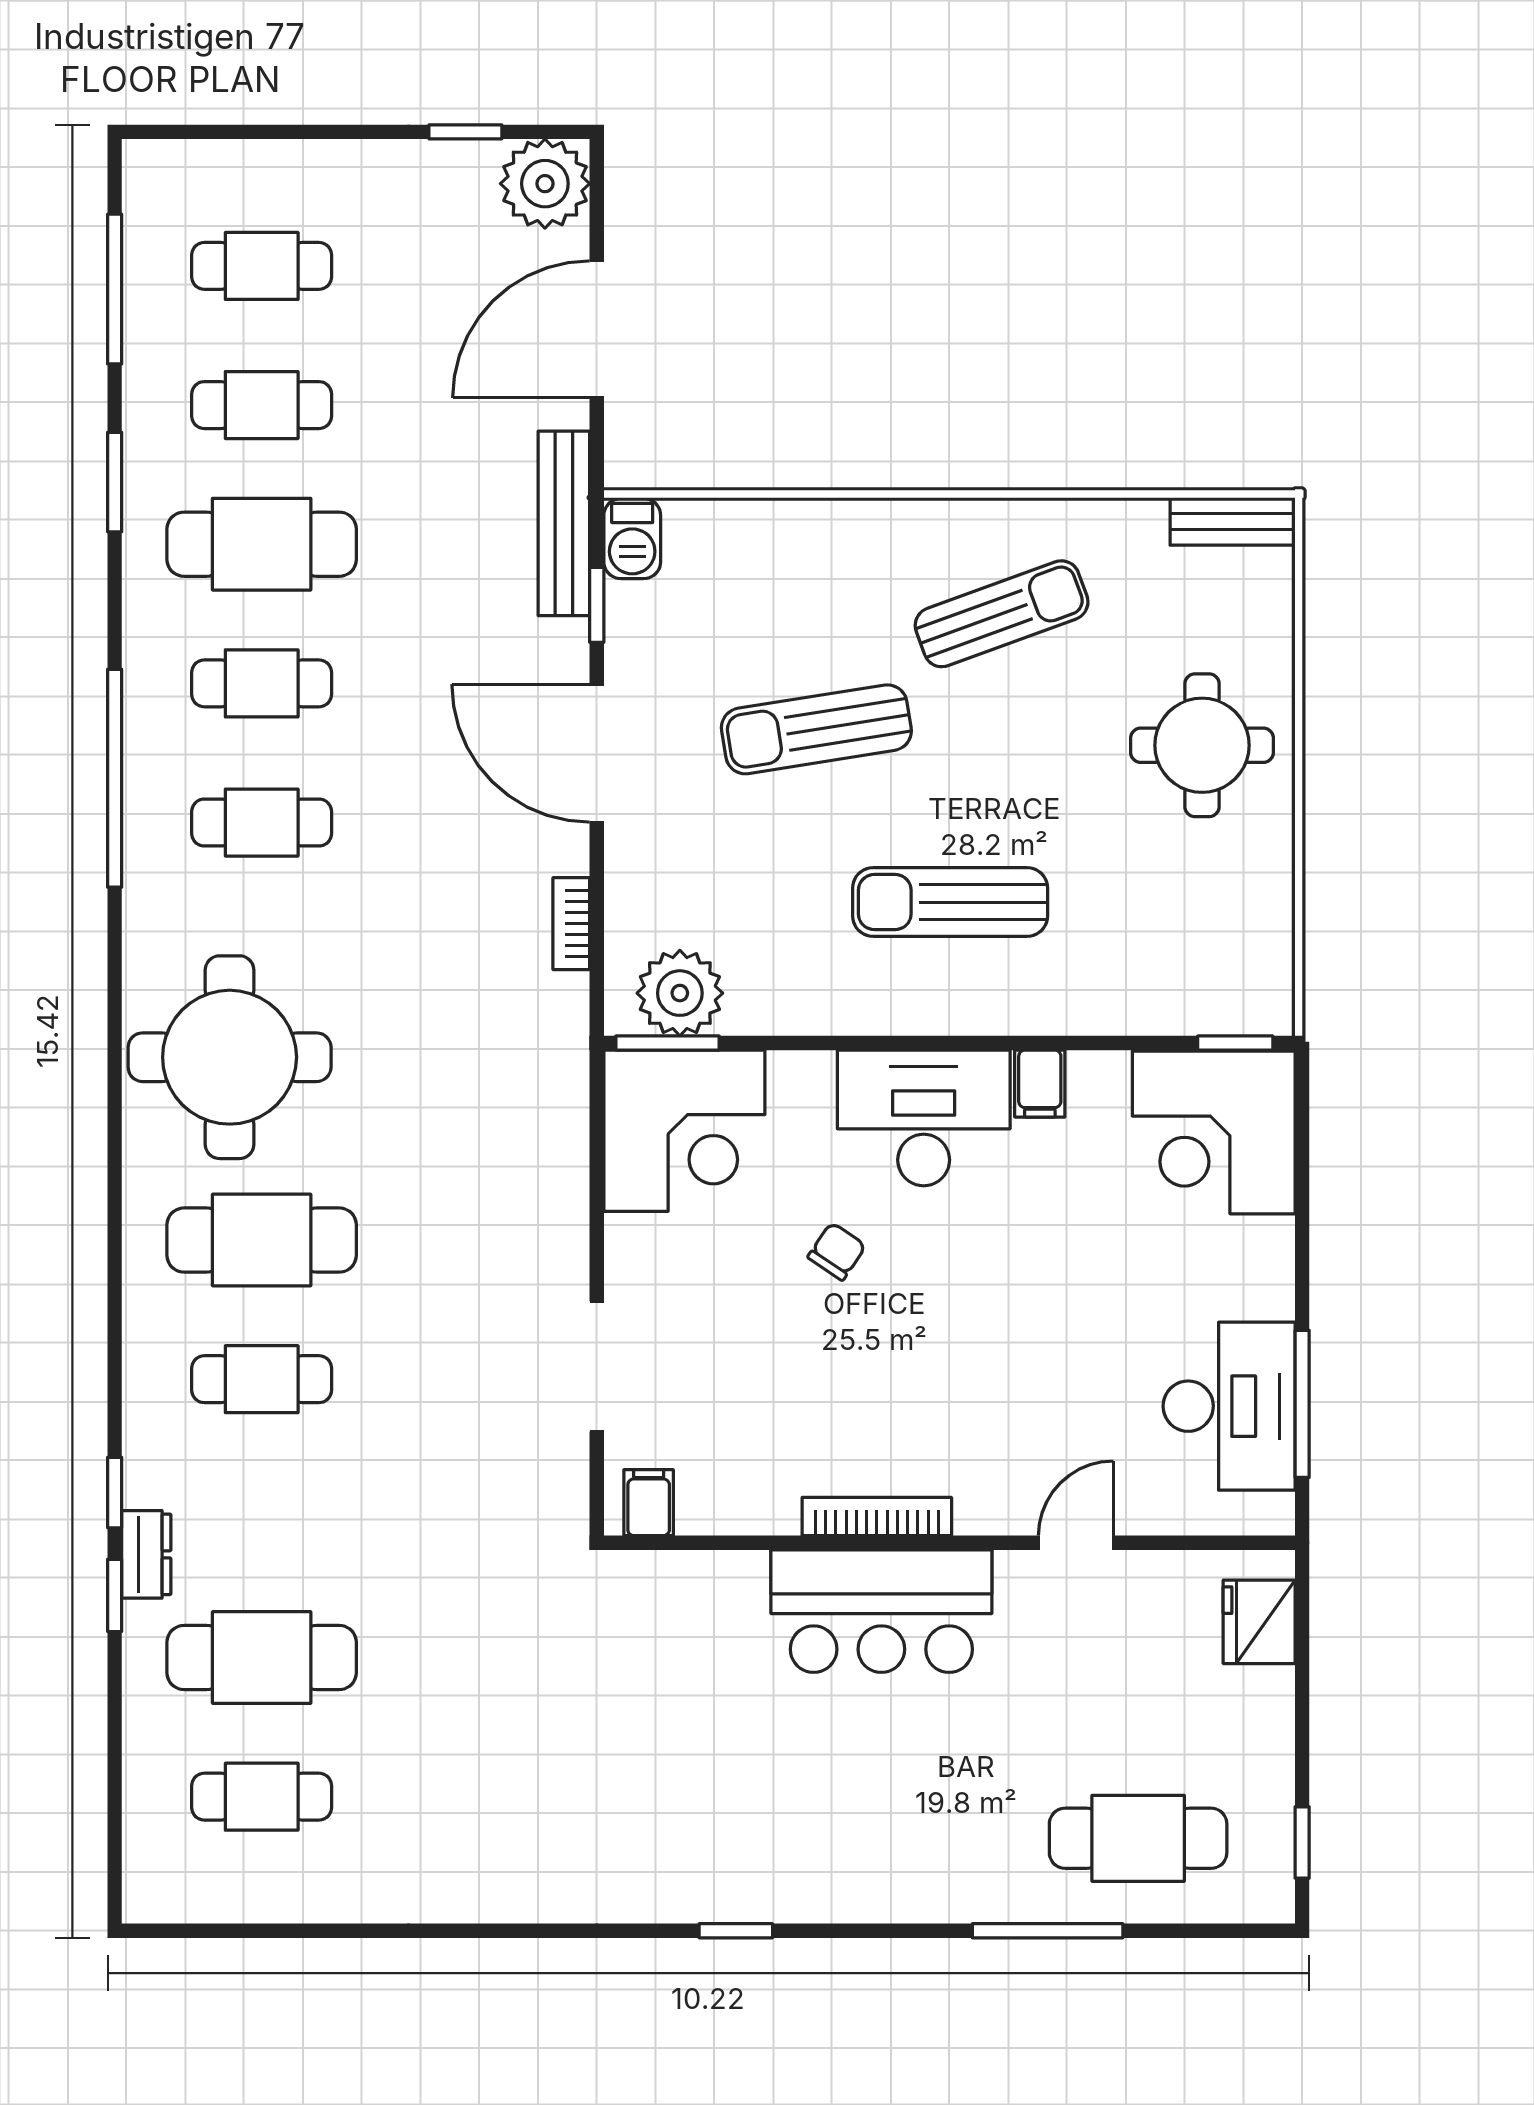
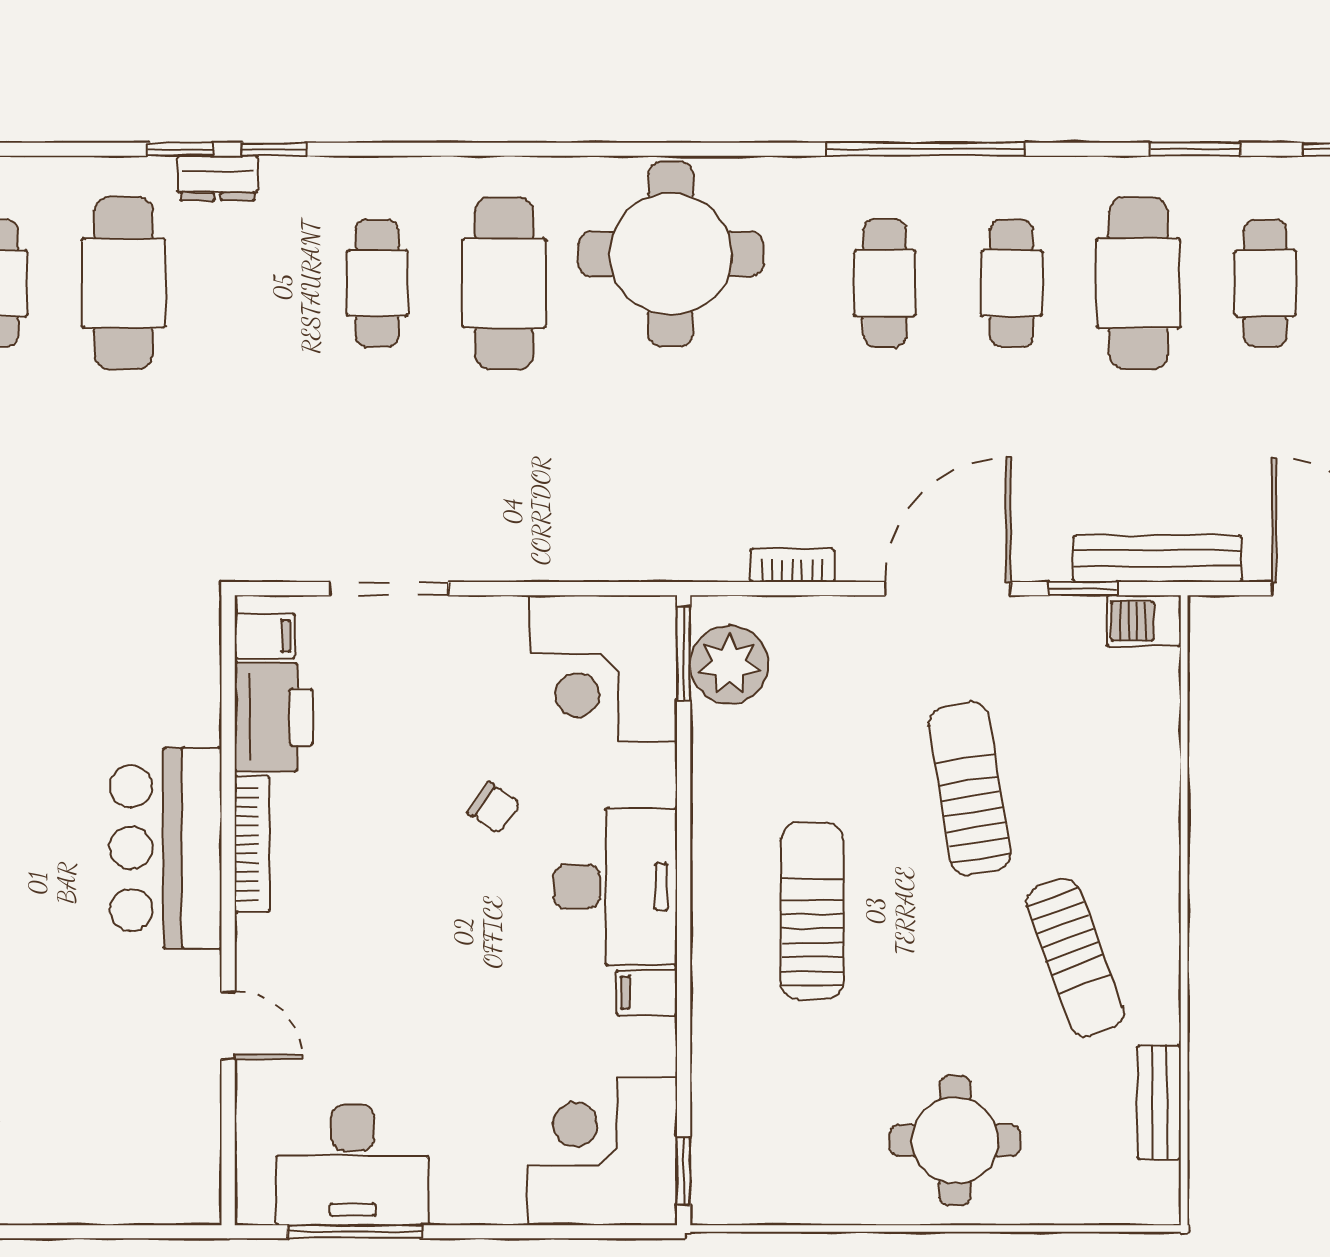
bench: (1233, 521) -> (1159, 1102), moved
printer: (738, 1493) -> (274, 717), added
fridge: (1259, 1622) -> (156, 1193), removed

